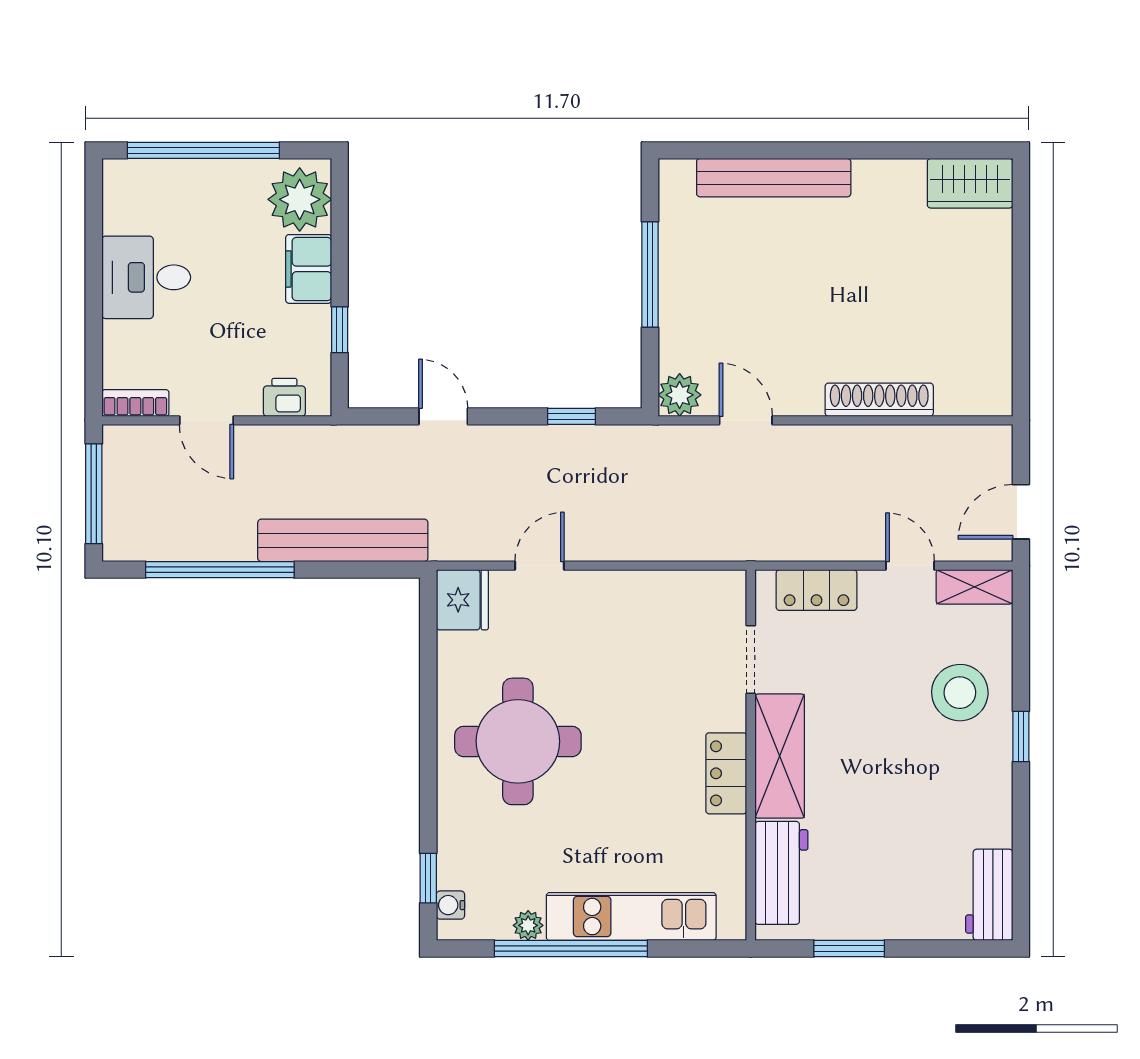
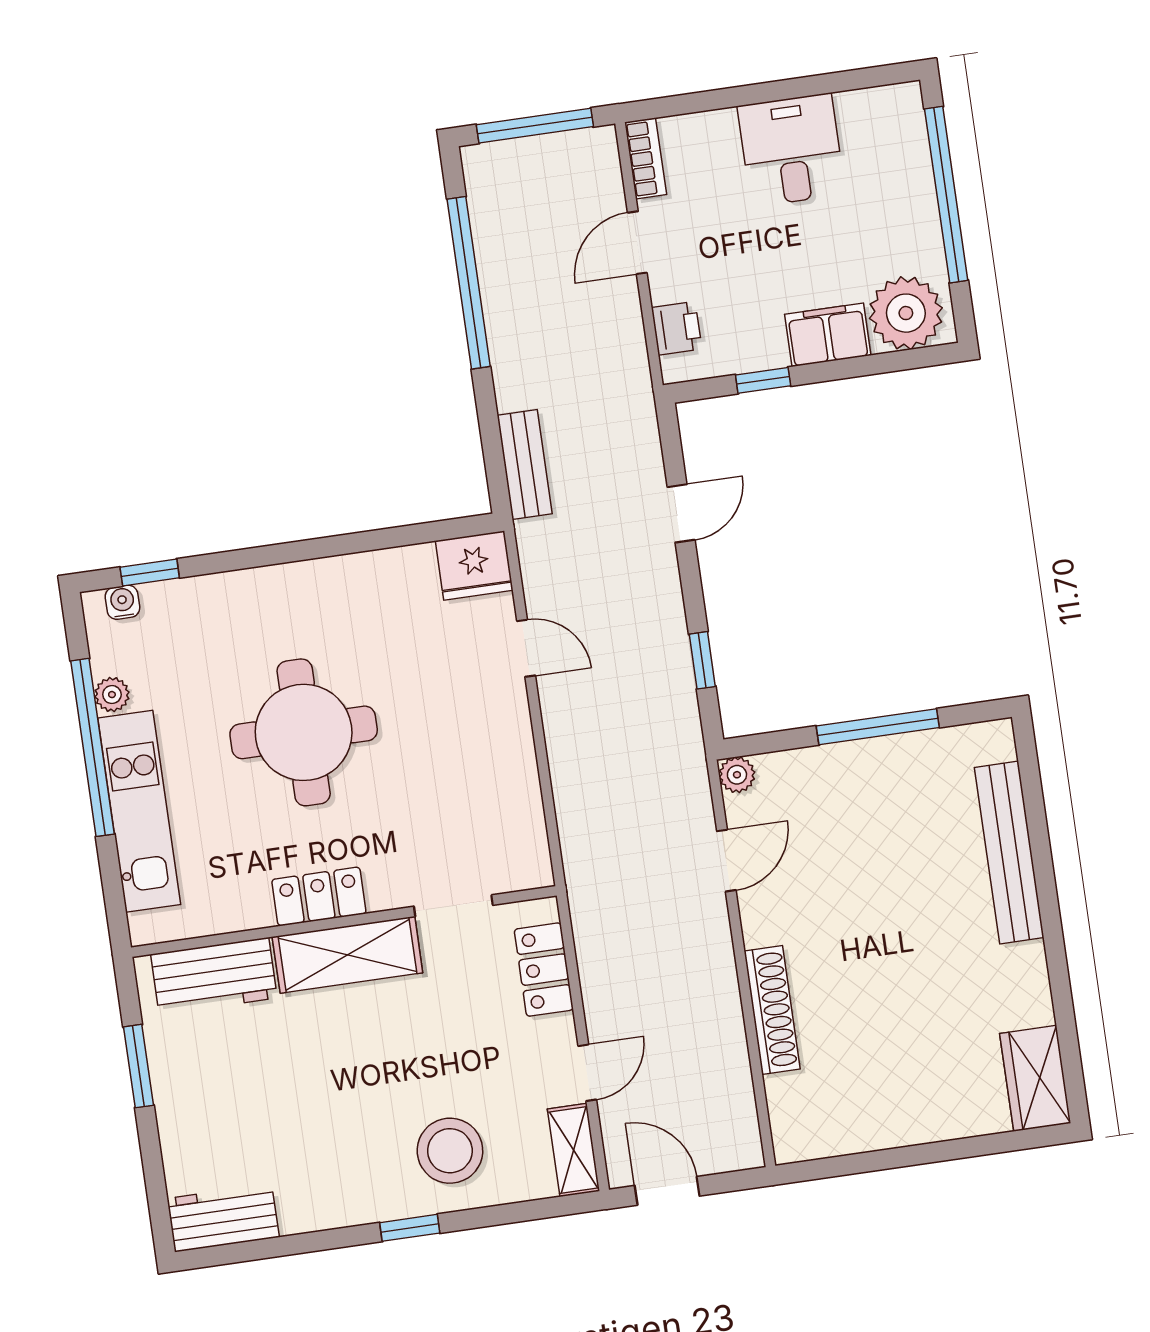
plant: (680, 395) -> (737, 775), width x0.73, depth x0.73
bench: (343, 540) -> (525, 465), width x0.54, depth x0.82
round table: (518, 741) -> (304, 732), moved

